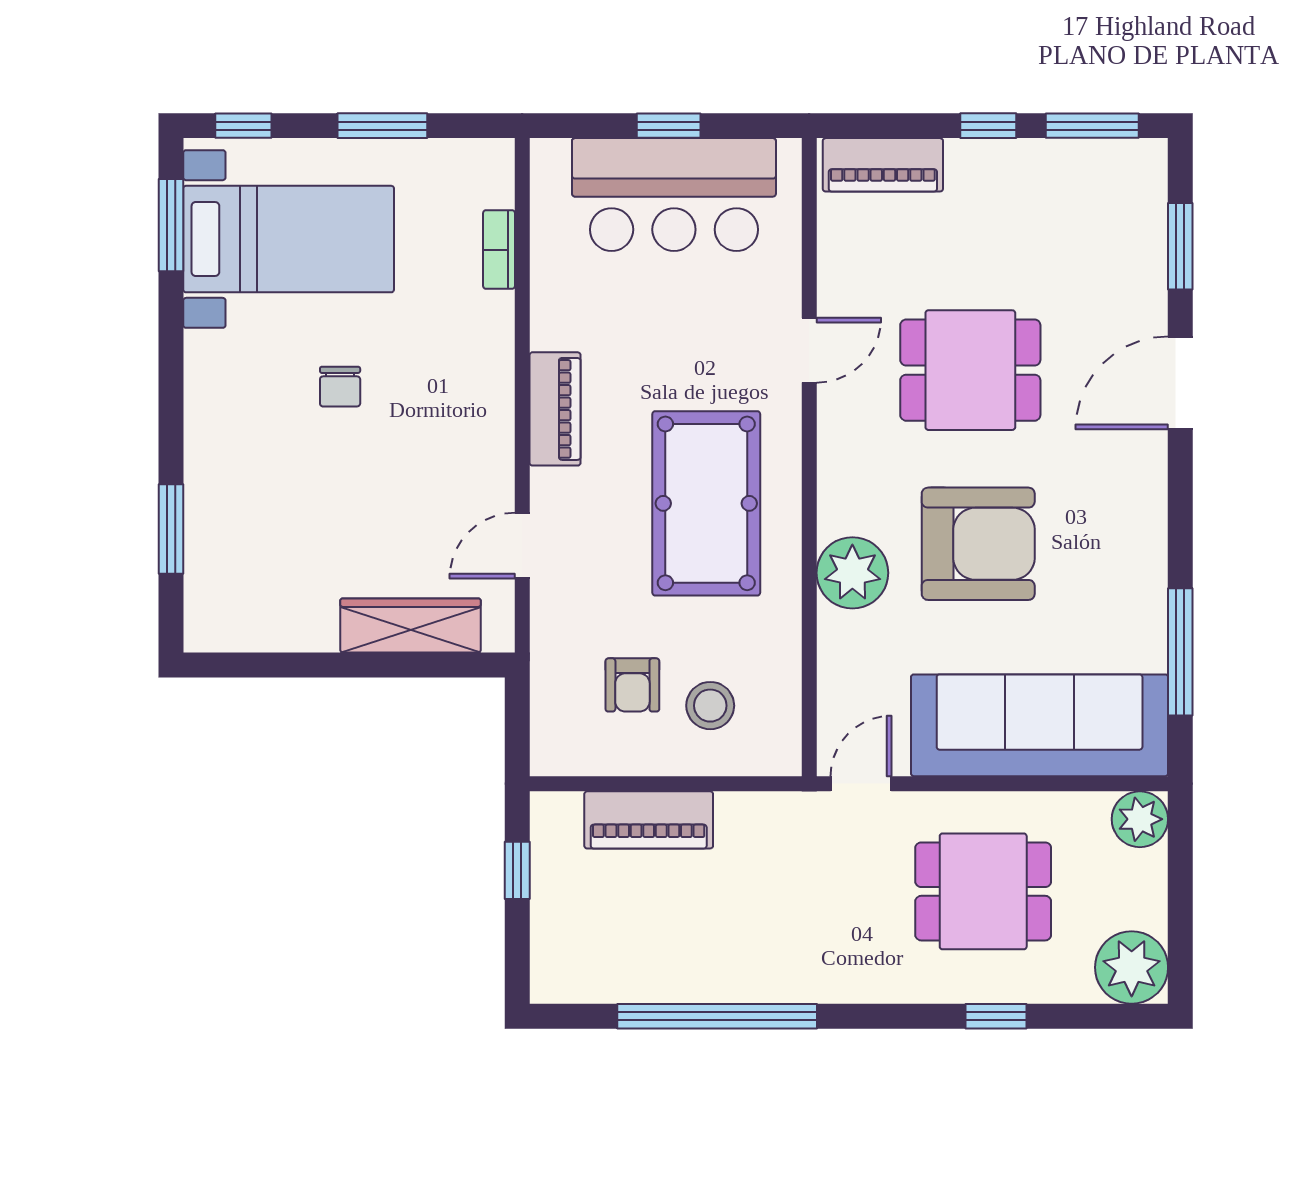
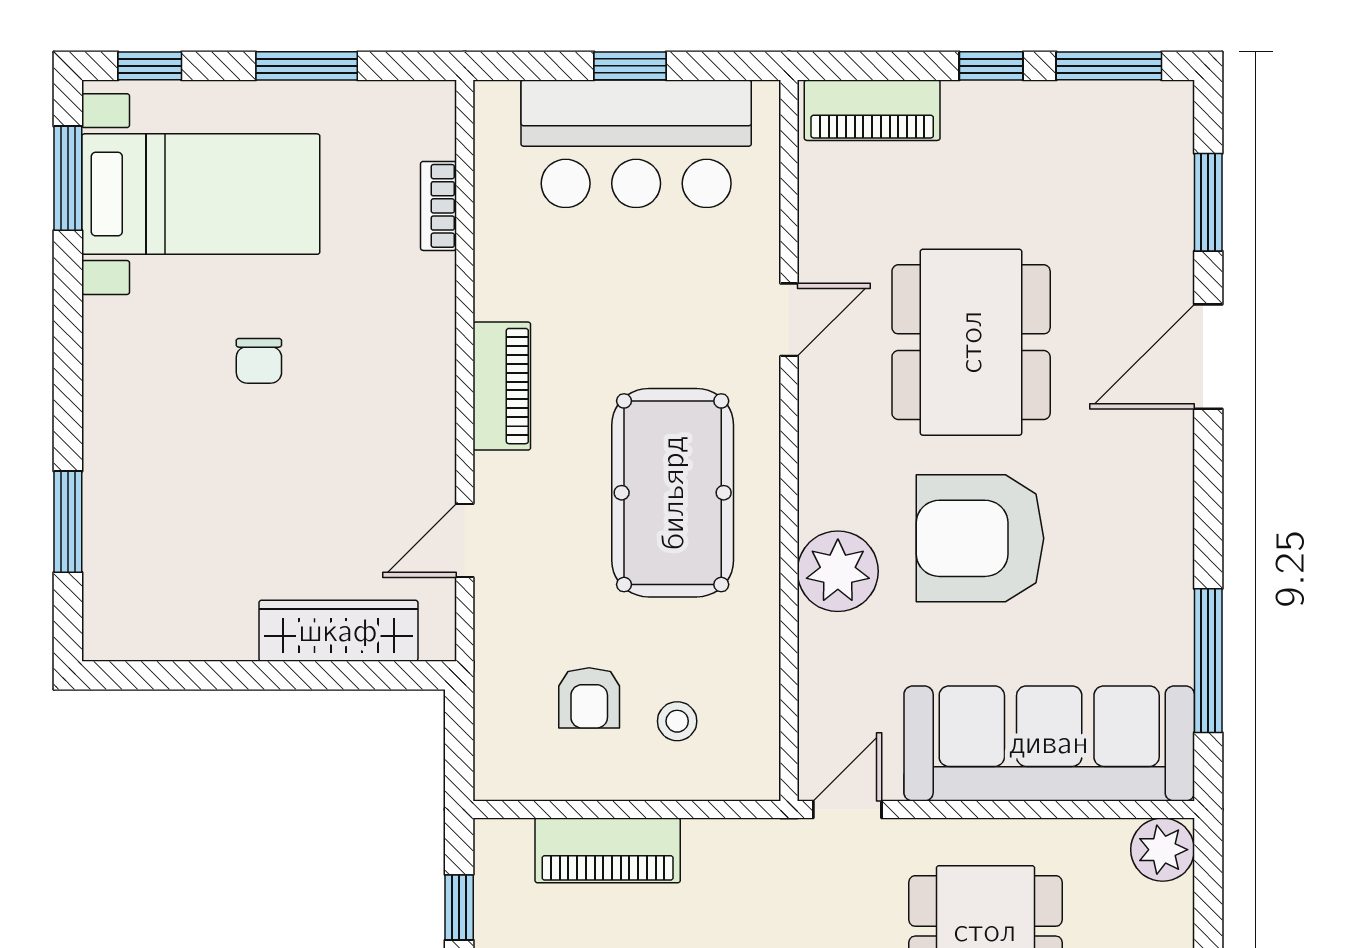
dining table: (970, 370) -> (971, 342), width x1.38
armchair: (978, 544) -> (980, 538), turned 180
stool: (710, 706) -> (677, 721), width x0.73, depth x0.73

